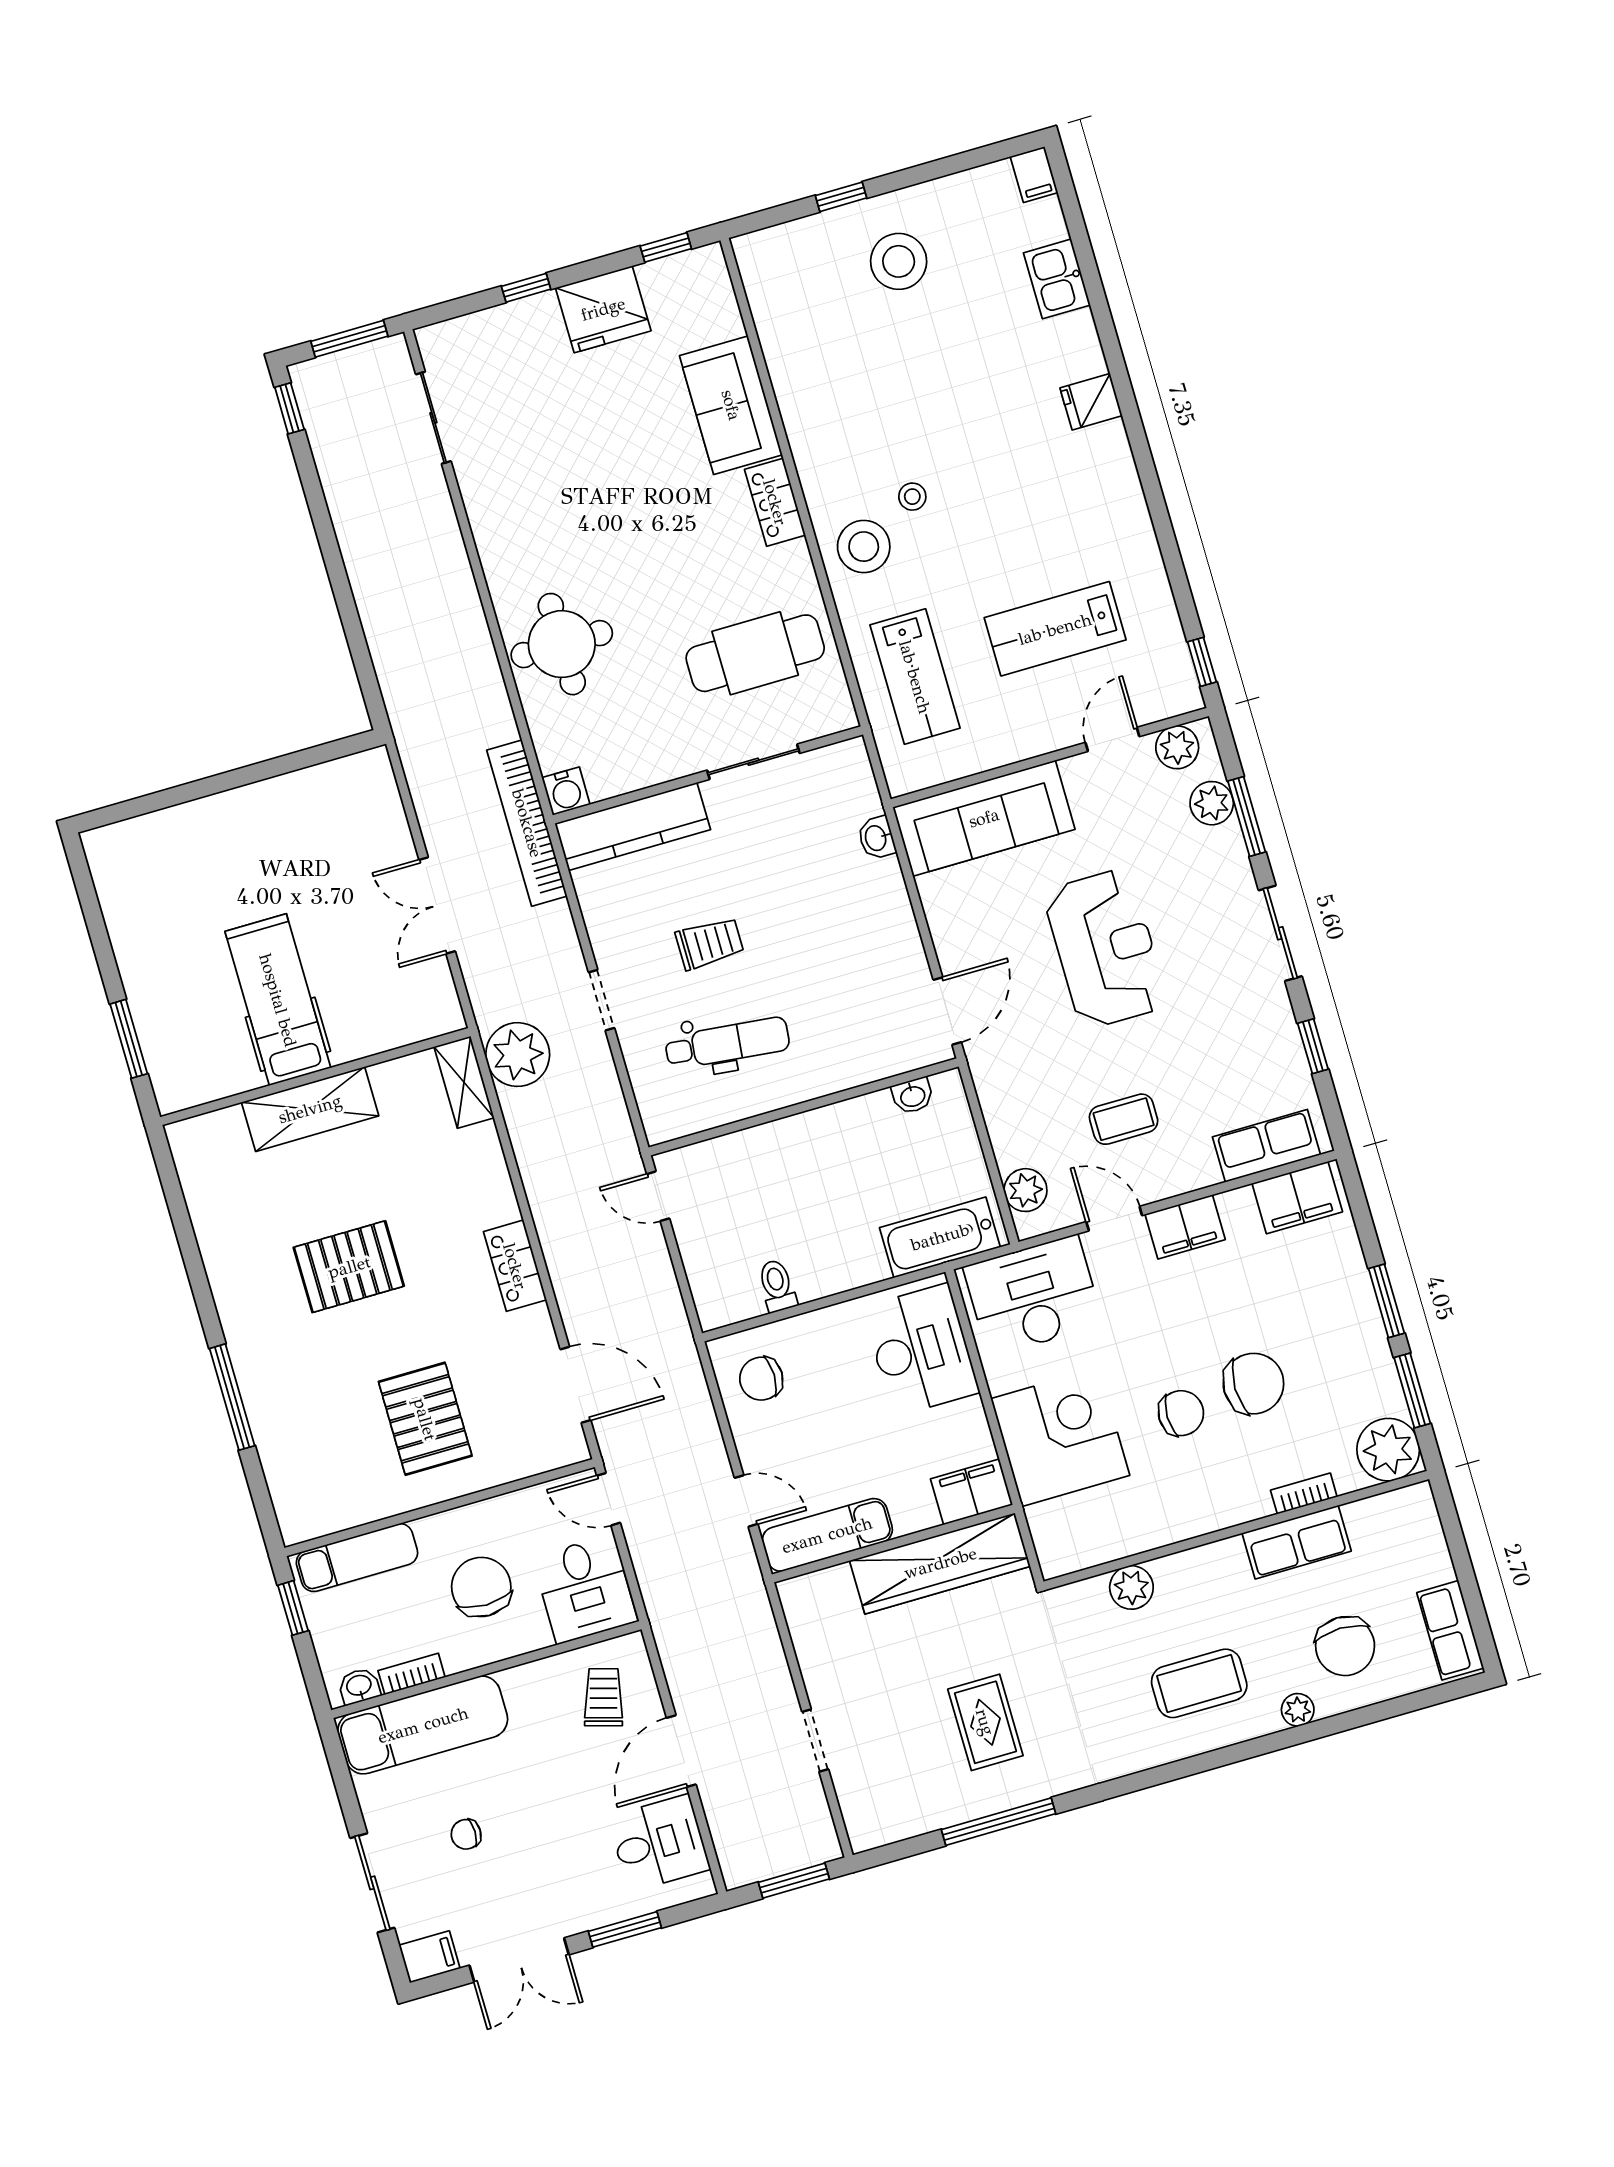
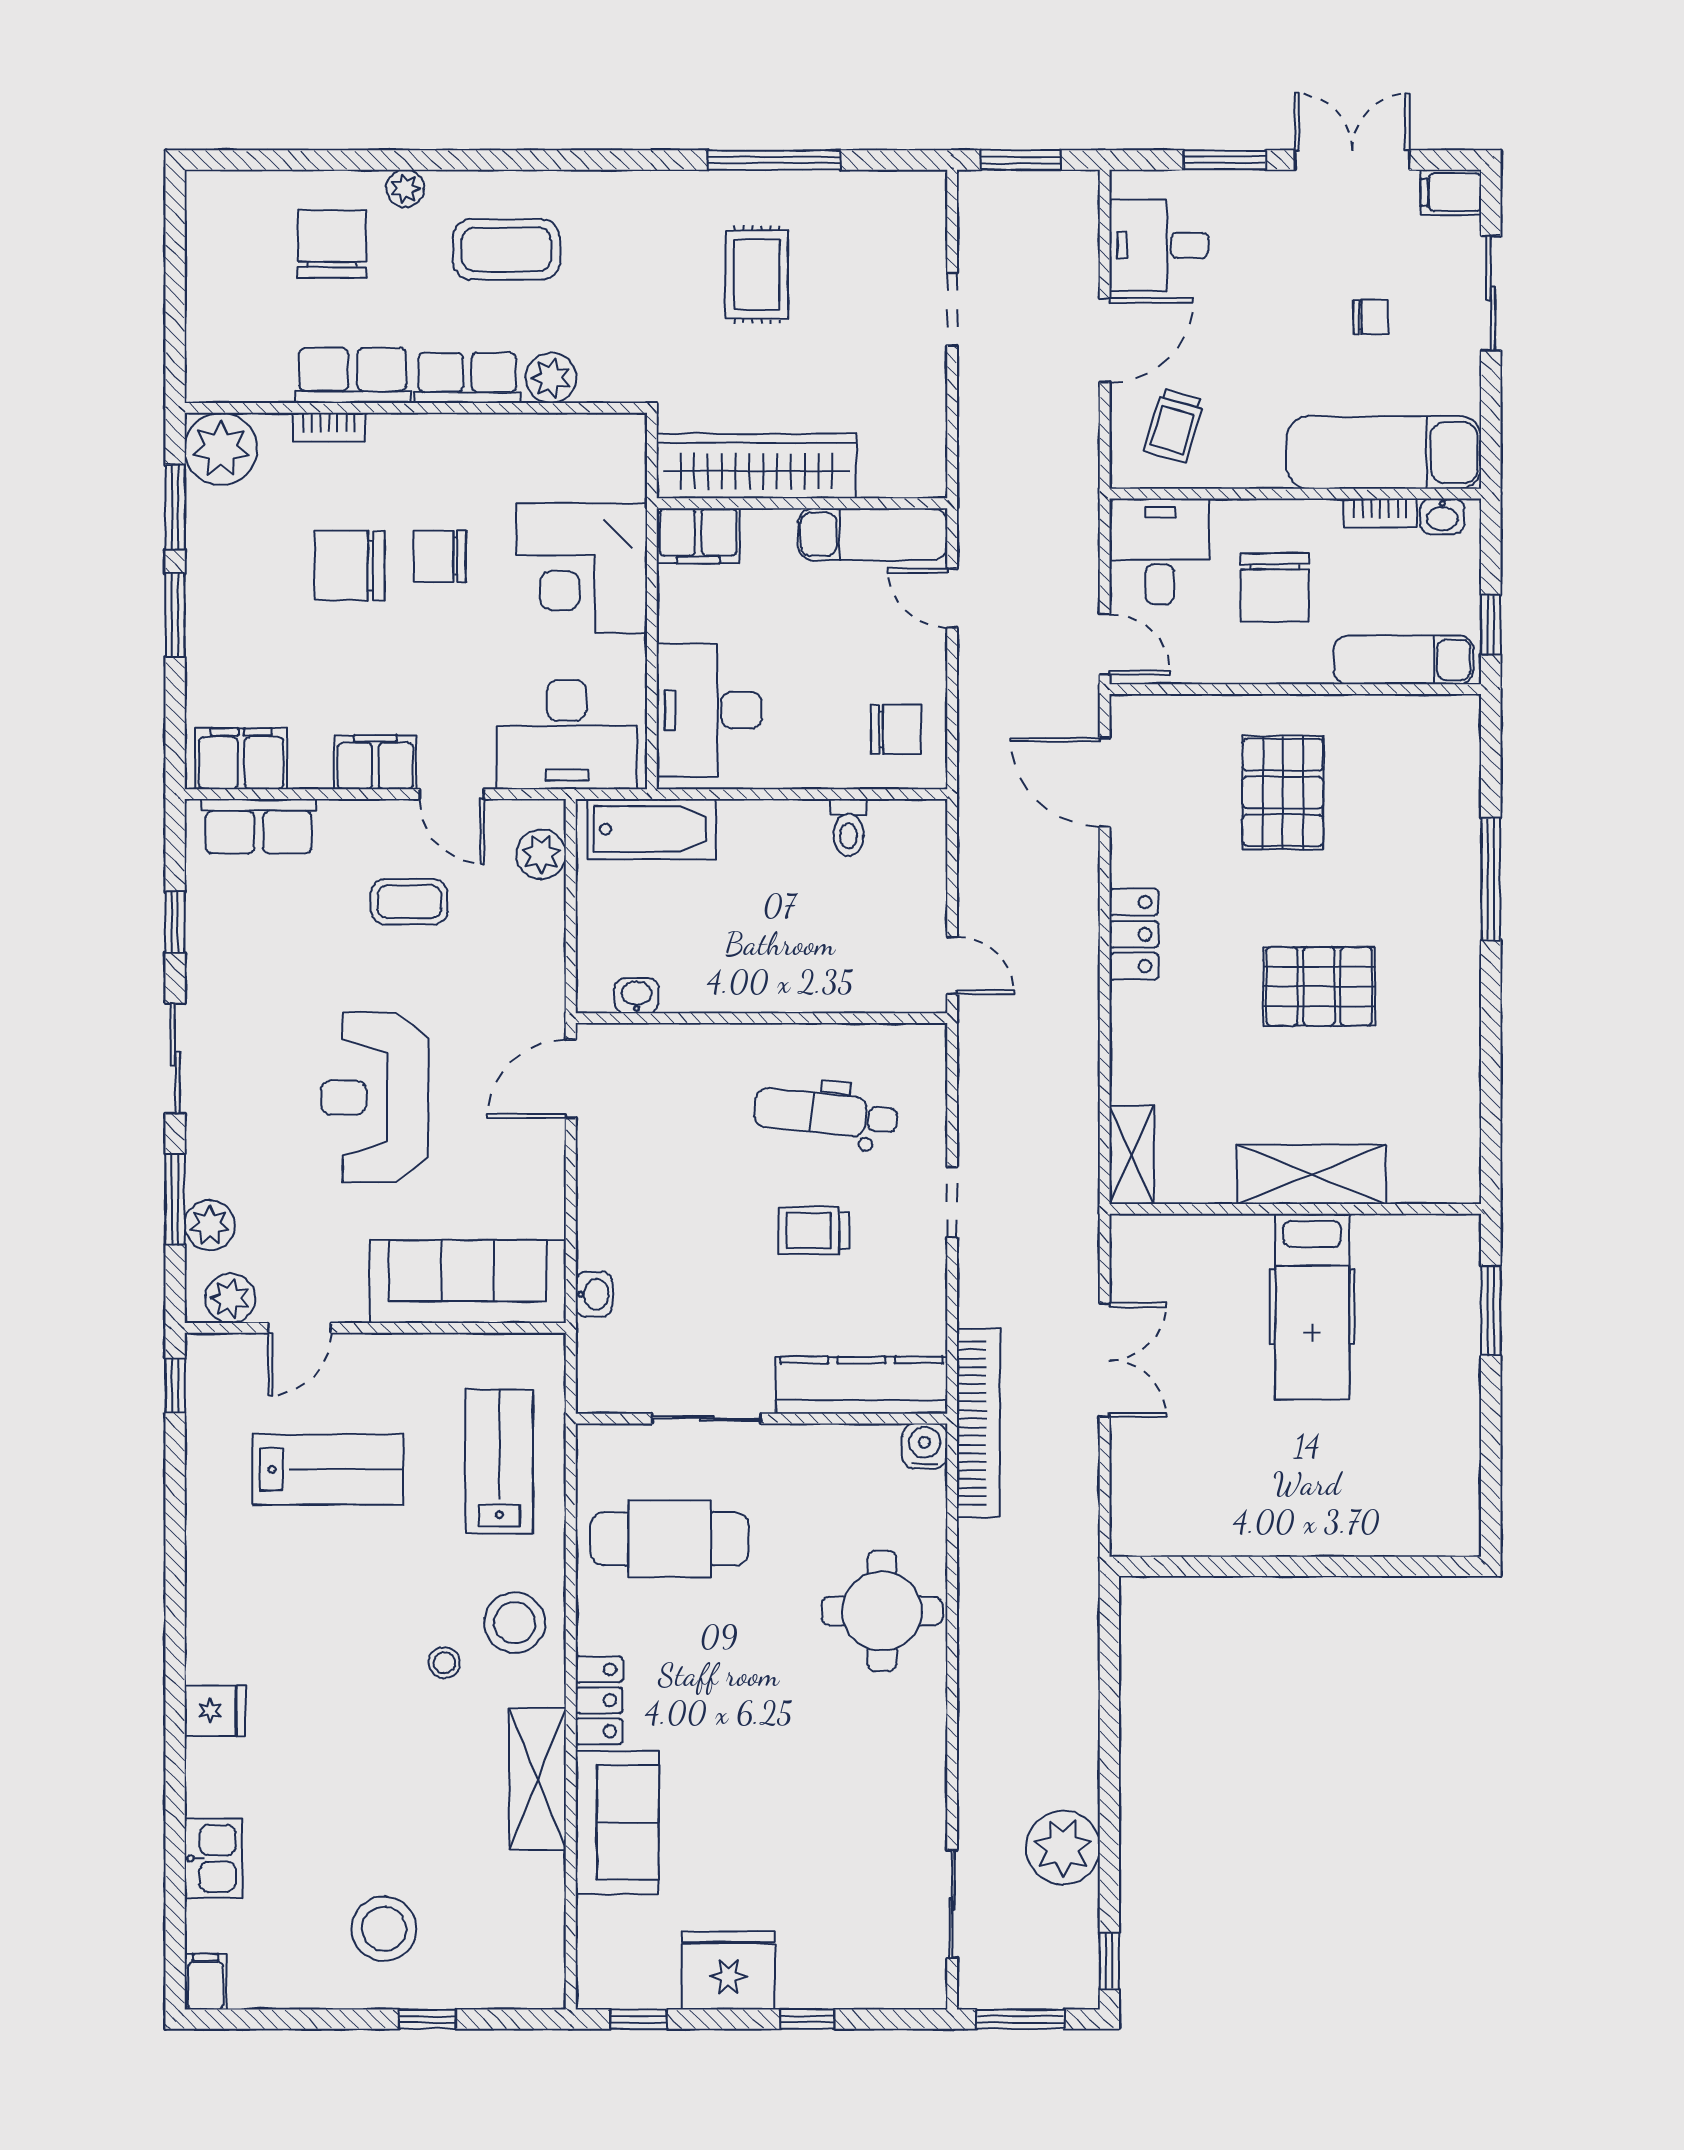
shelving: (807, 422) -> (538, 1779), added
plant: (518, 1055) -> (1063, 1848), moved
row of seats: (1450, 1630) -> (467, 378), moved, turned -90

